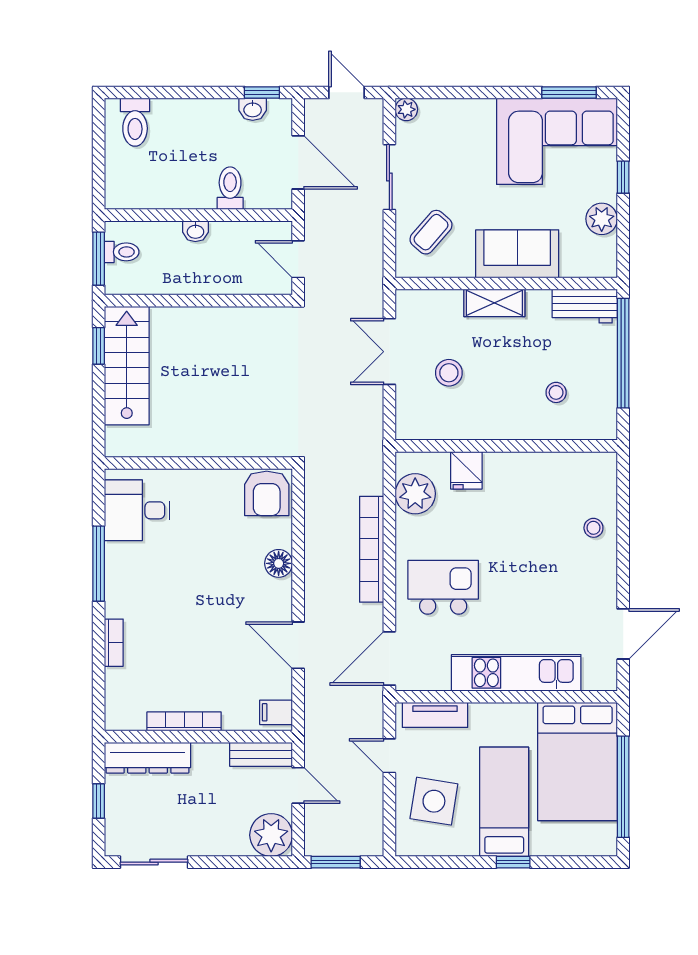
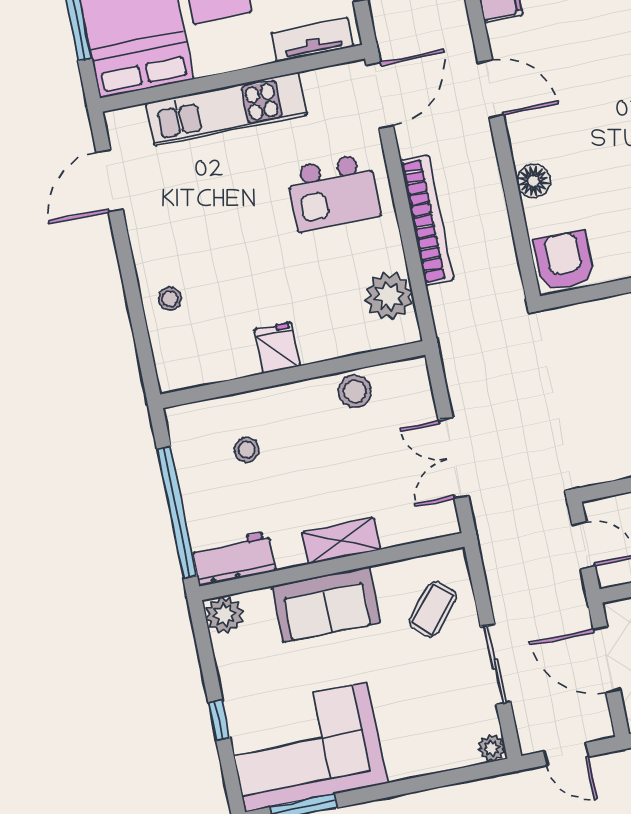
plant: (602, 219) -> (224, 615), moved
double door: (389, 352) -> (454, 458), swing flipped
stool: (449, 373) -> (355, 391), moved
fridge: (466, 470) -> (277, 348), moved

